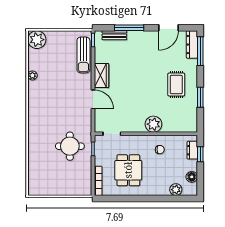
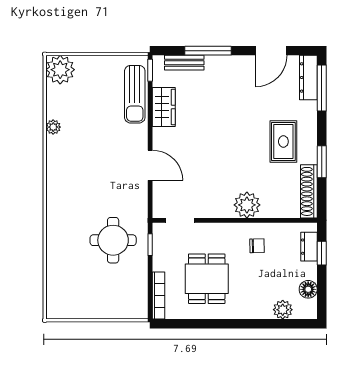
wardrobe: (101, 75) -> (164, 107), moved
shoe rack: (192, 116) -> (309, 191), added

